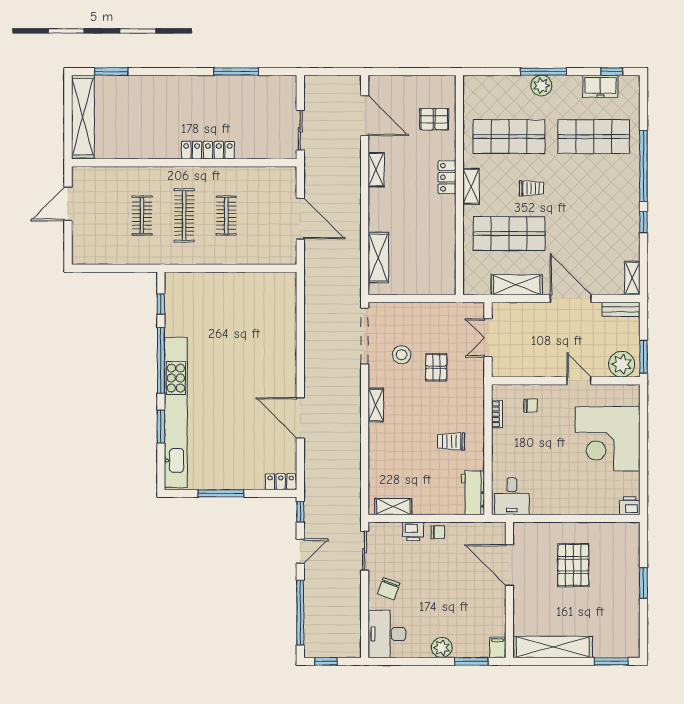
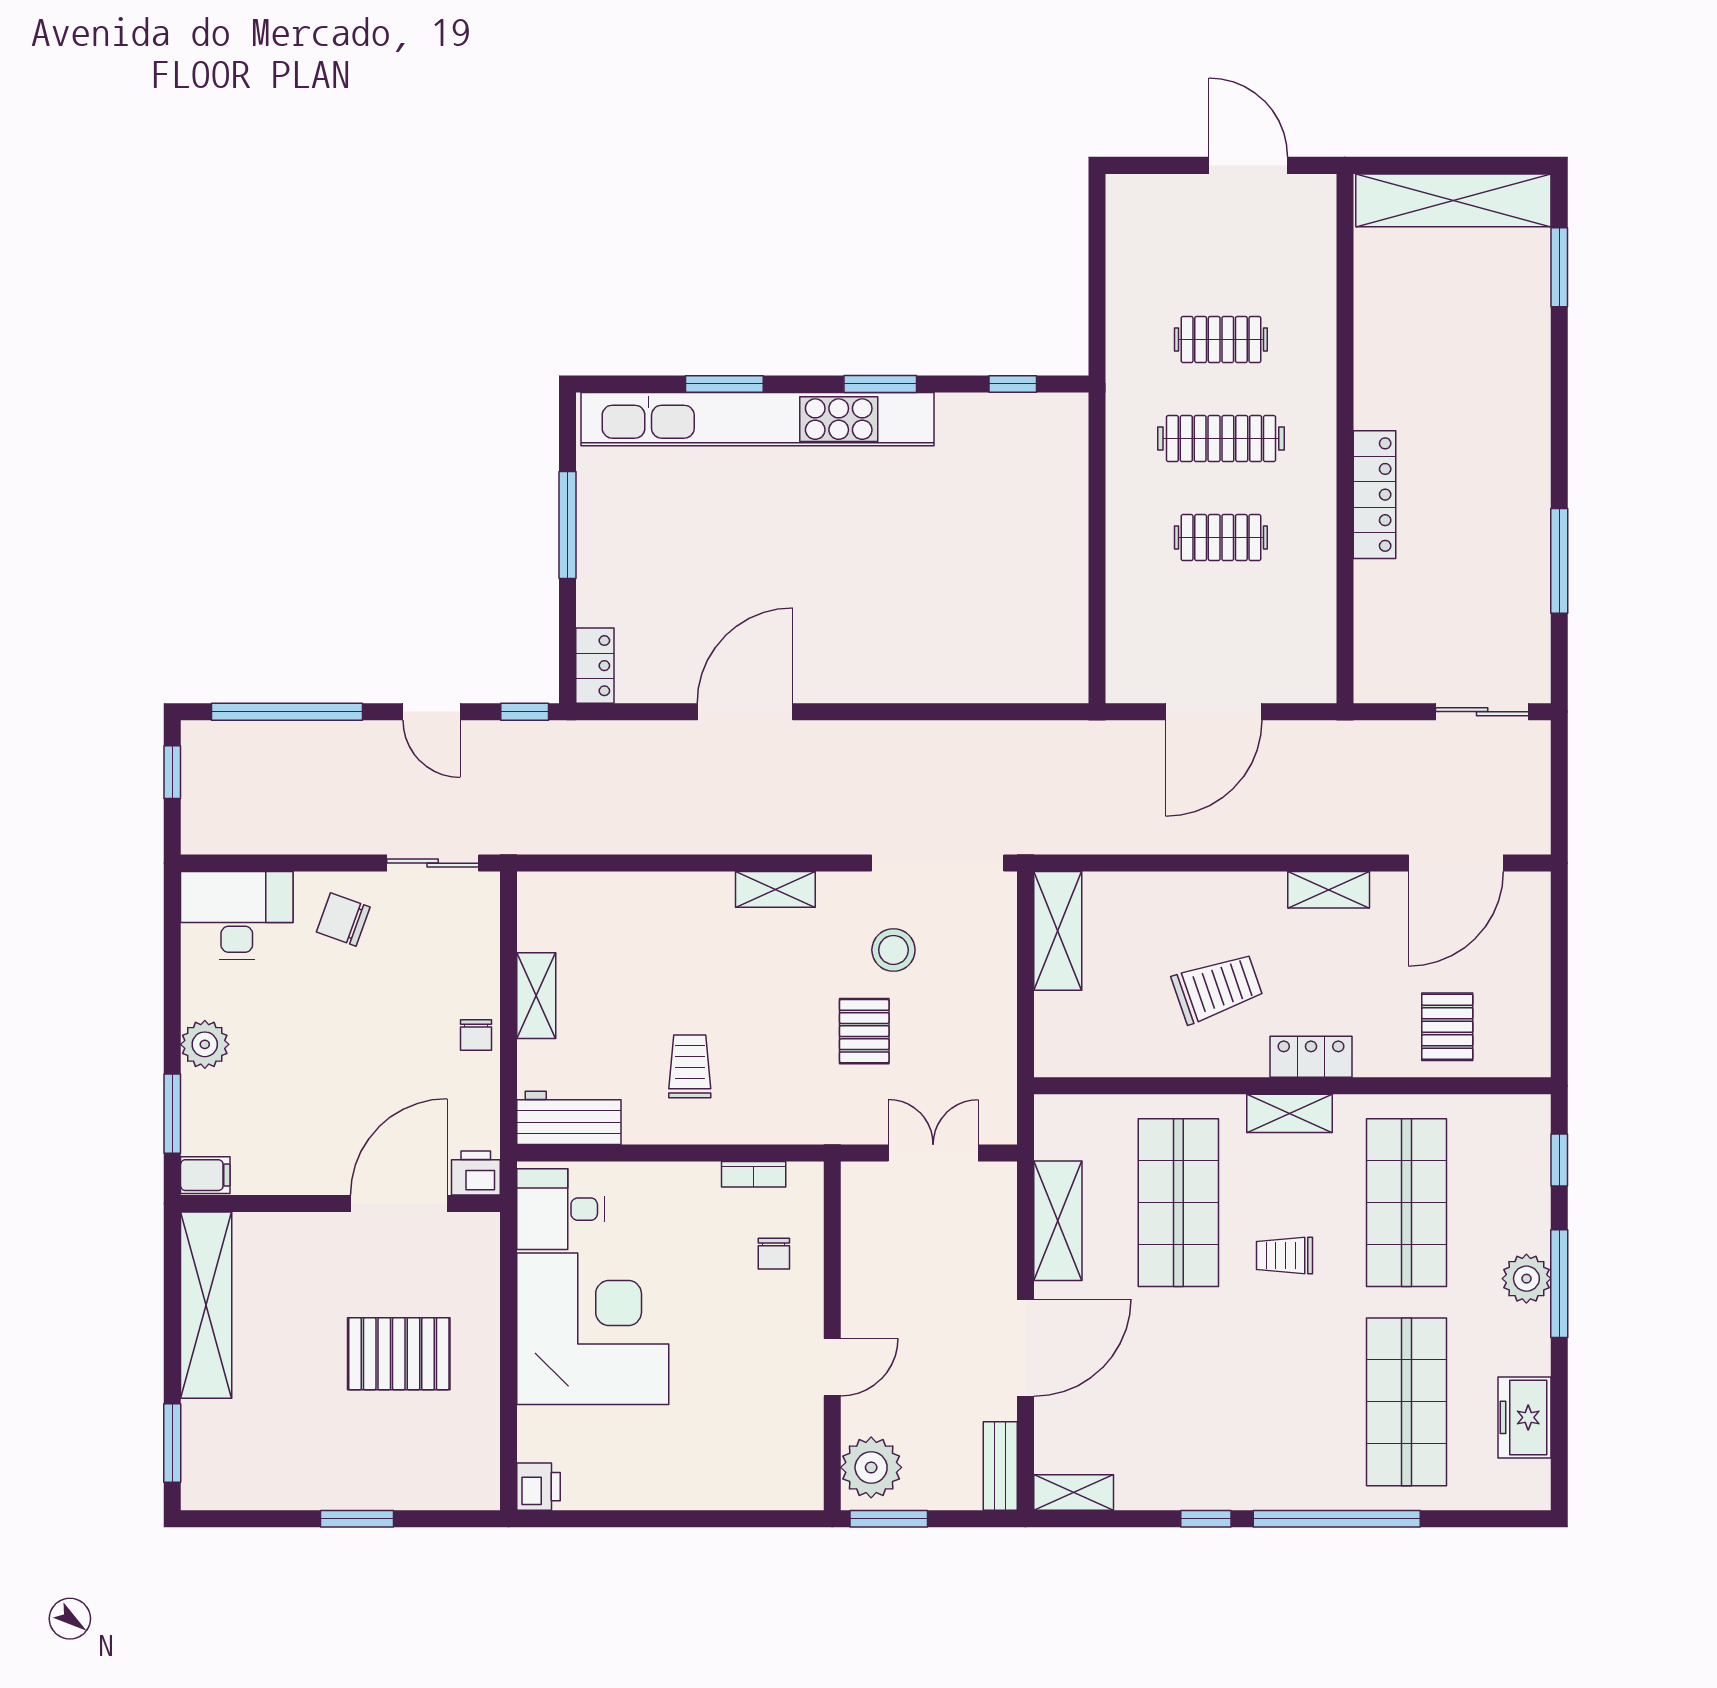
window: (612, 72) -> (1559, 1160), moved
sliding door: (300, 130) -> (1482, 712), moved
trolley: (532, 188) -> (1285, 1256), turned 90
trolley: (418, 217) -> (1217, 988), added
shelving: (378, 258) -> (1058, 931), moved, turned 90
window: (161, 360) -> (880, 384), width x0.47
pallet: (436, 367) -> (864, 1031), turned 90
corner desk: (608, 439) -> (593, 1329), moved, turned 90
shelving: (393, 507) -> (536, 996), moved
printer: (413, 531) -> (476, 1173), moved, turned 90

